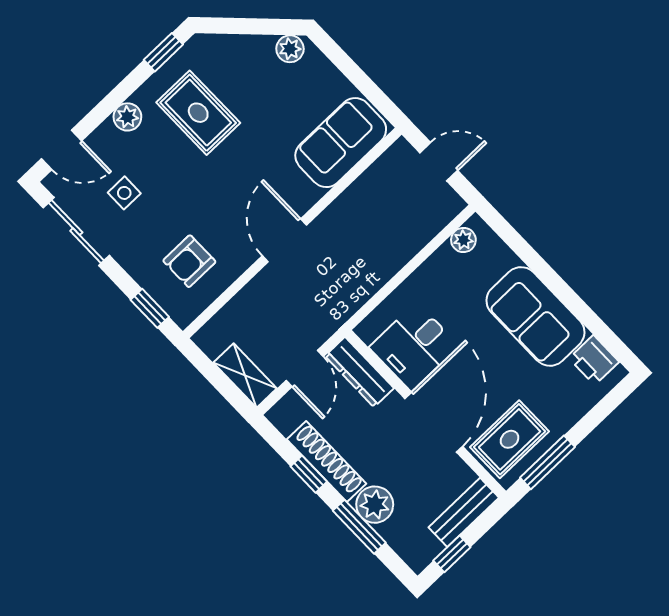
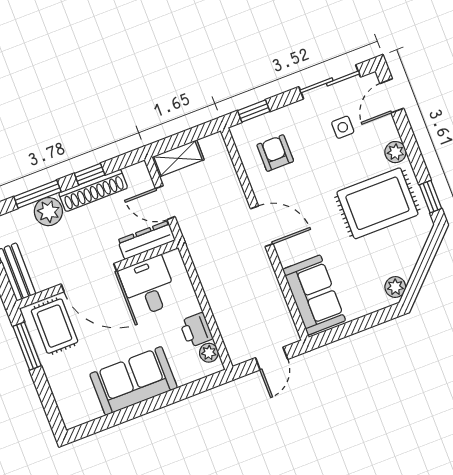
rug: (198, 113) -> (377, 203), width x1.36, depth x1.43
printer: (594, 360) -> (196, 330), moved, turned -90

